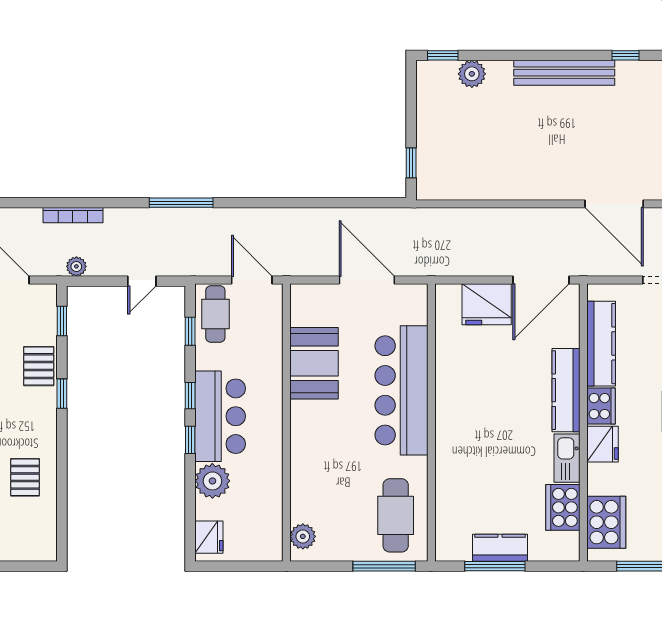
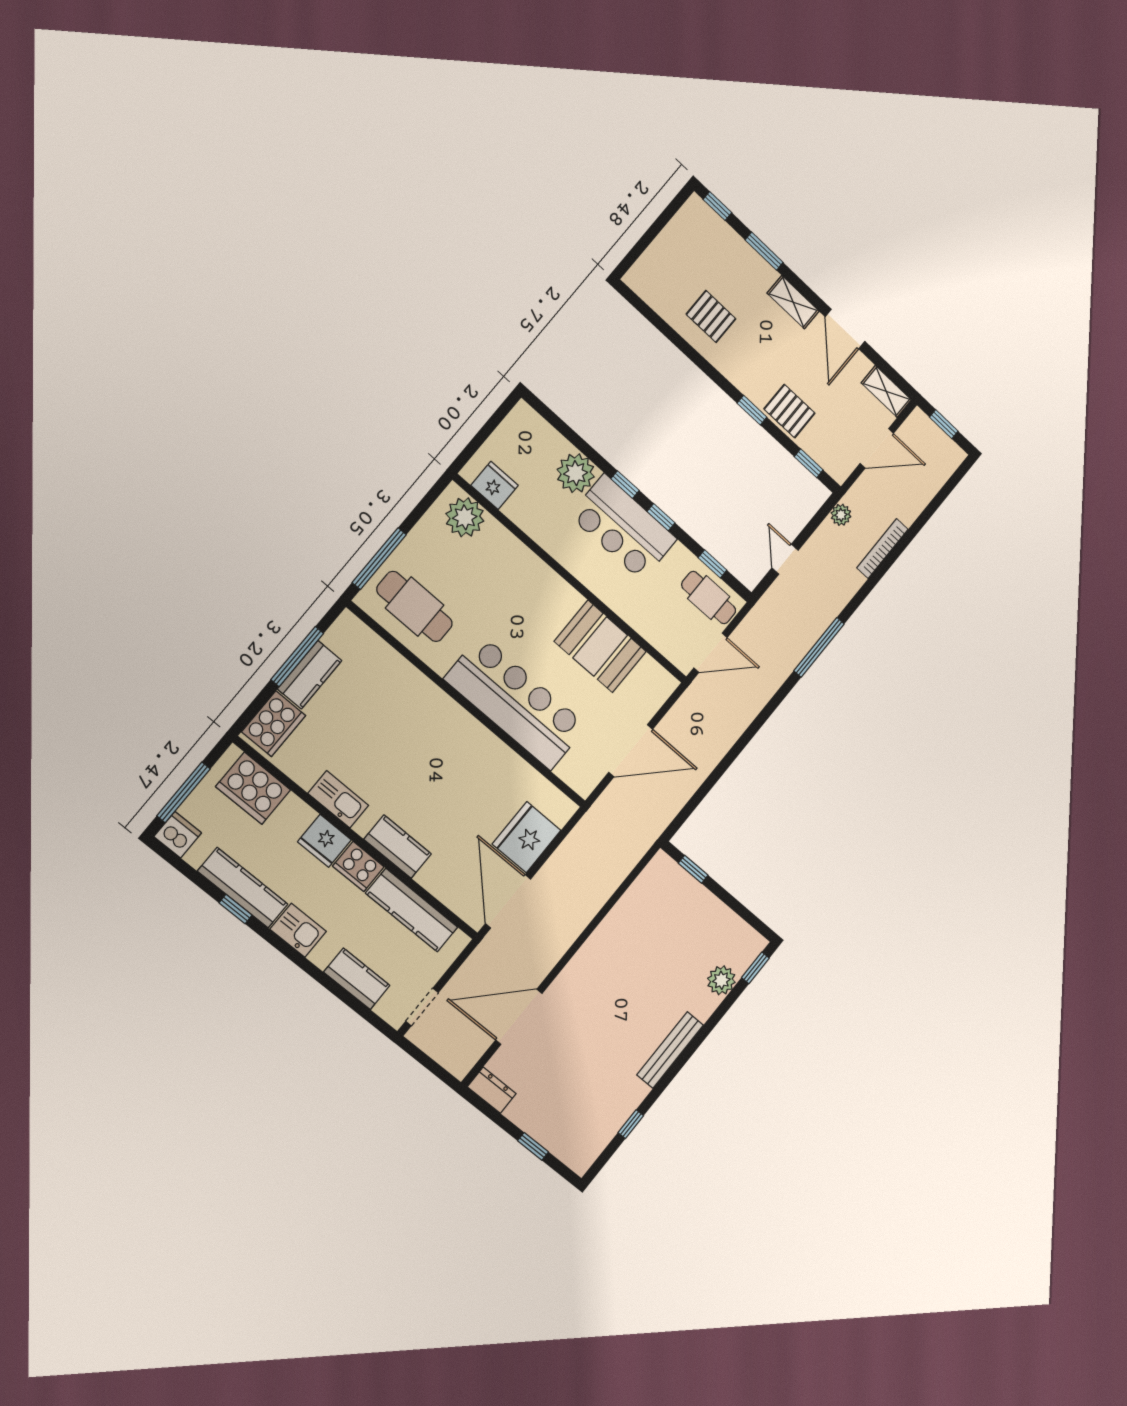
bench: (564, 73) -> (670, 1050), width x0.73, depth x0.82
kitchen counter: (566, 390) -> (398, 847), width x0.67
cooker: (563, 507) -> (274, 724), moved, turned 90
plant: (303, 536) -> (465, 517), width x1.36, depth x1.36
fridge: (209, 537) -> (495, 485), moved, turned 180

